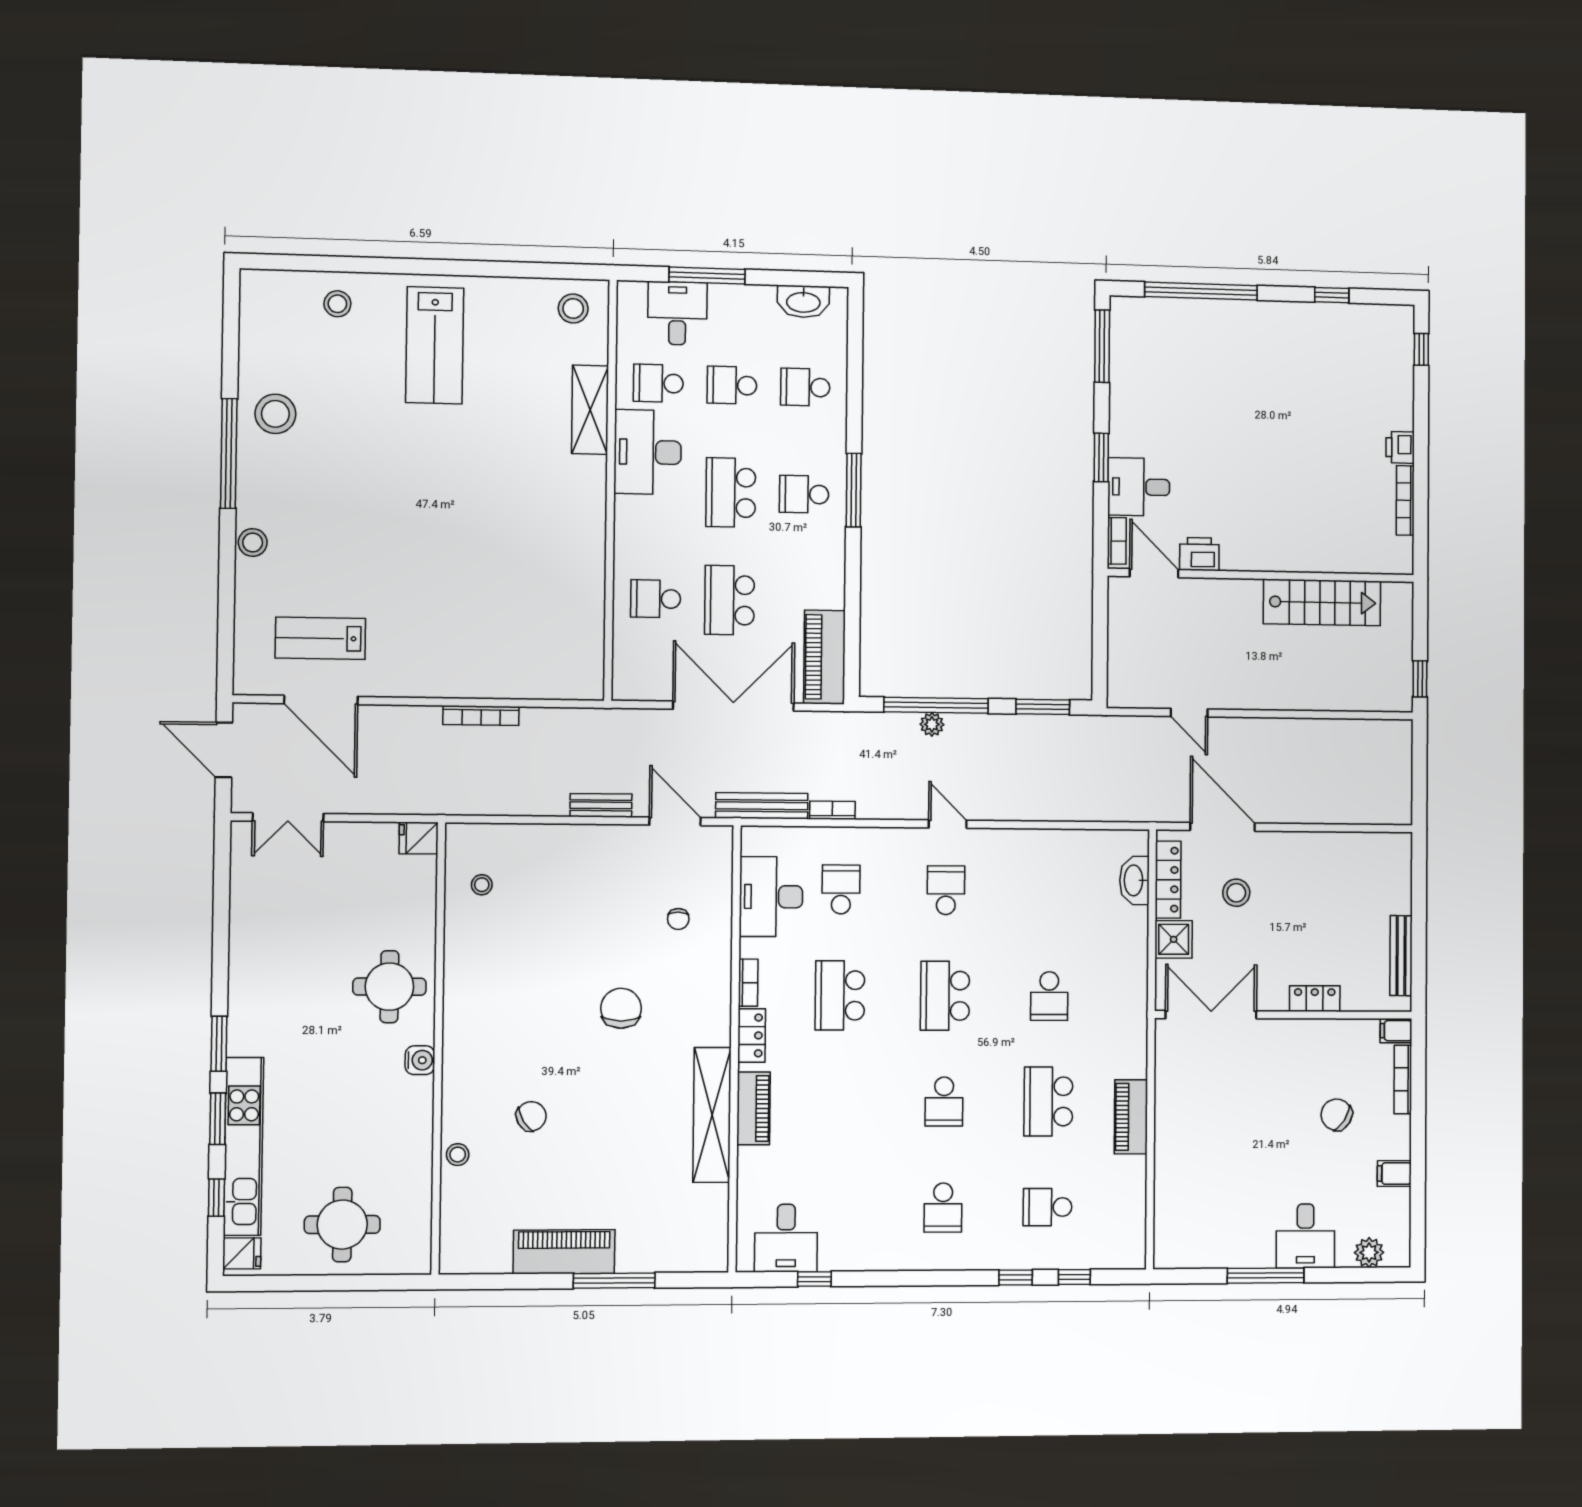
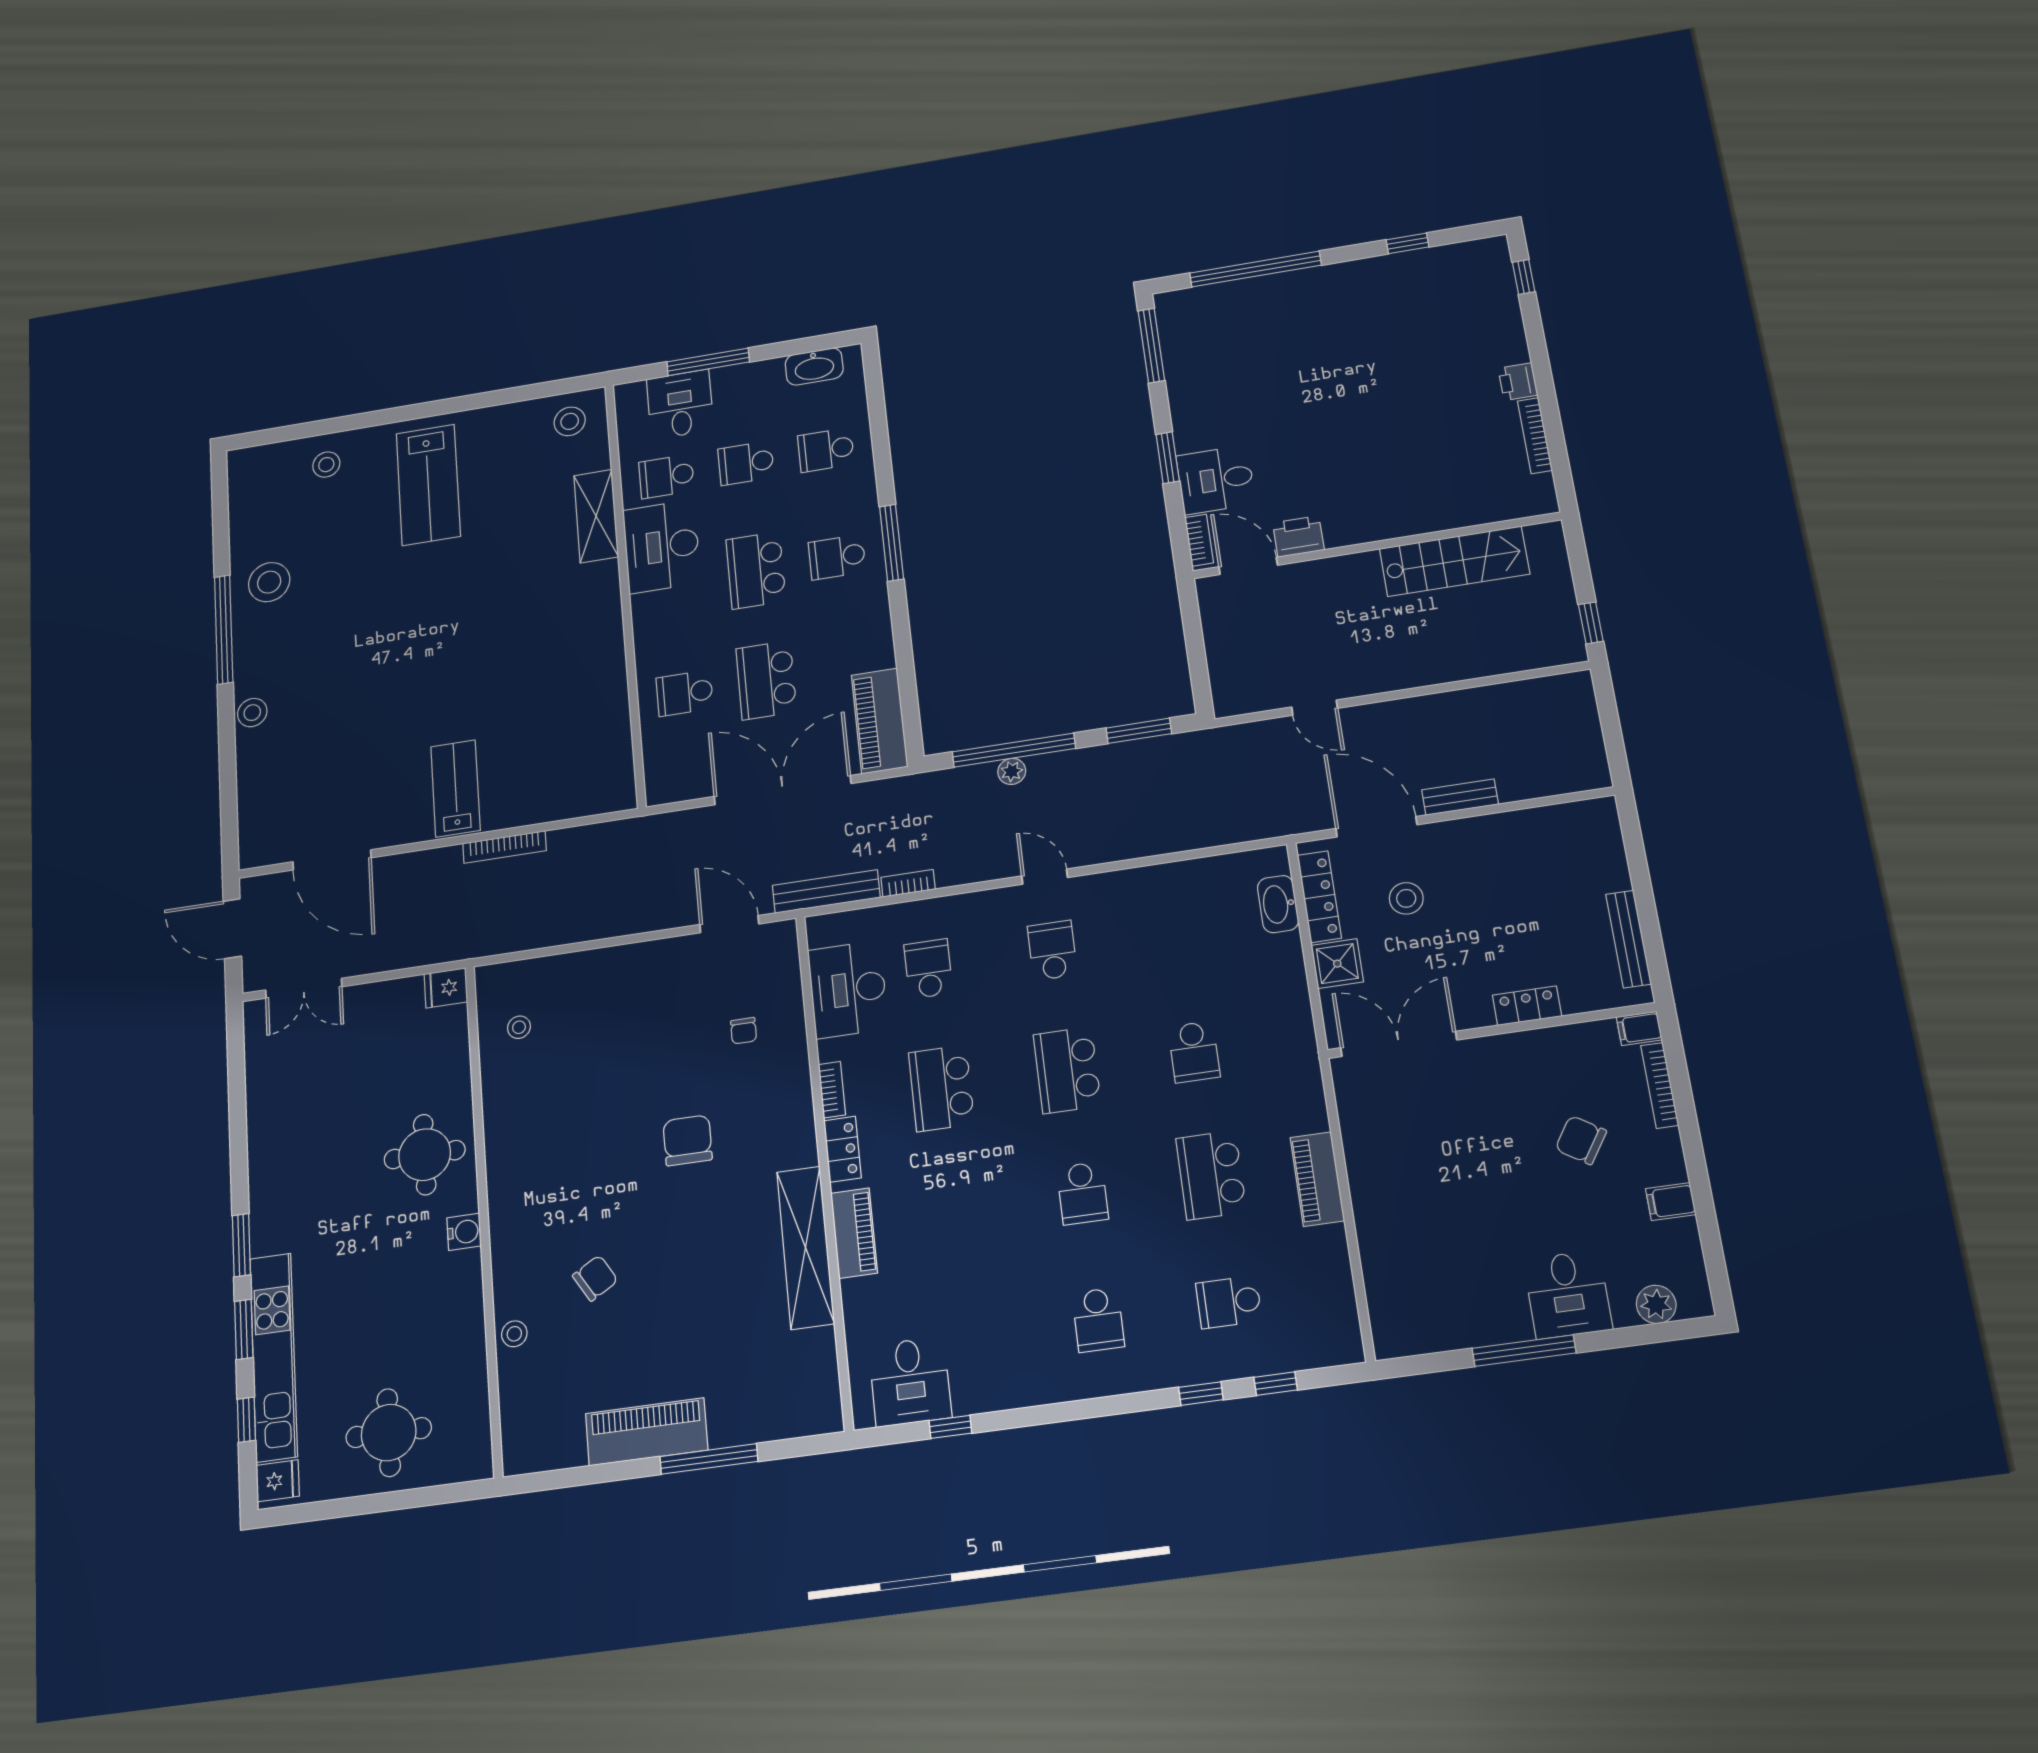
lab bench: (320, 638) -> (456, 788), moved, turned 90
bench: (601, 805) -> (1460, 797), moved

